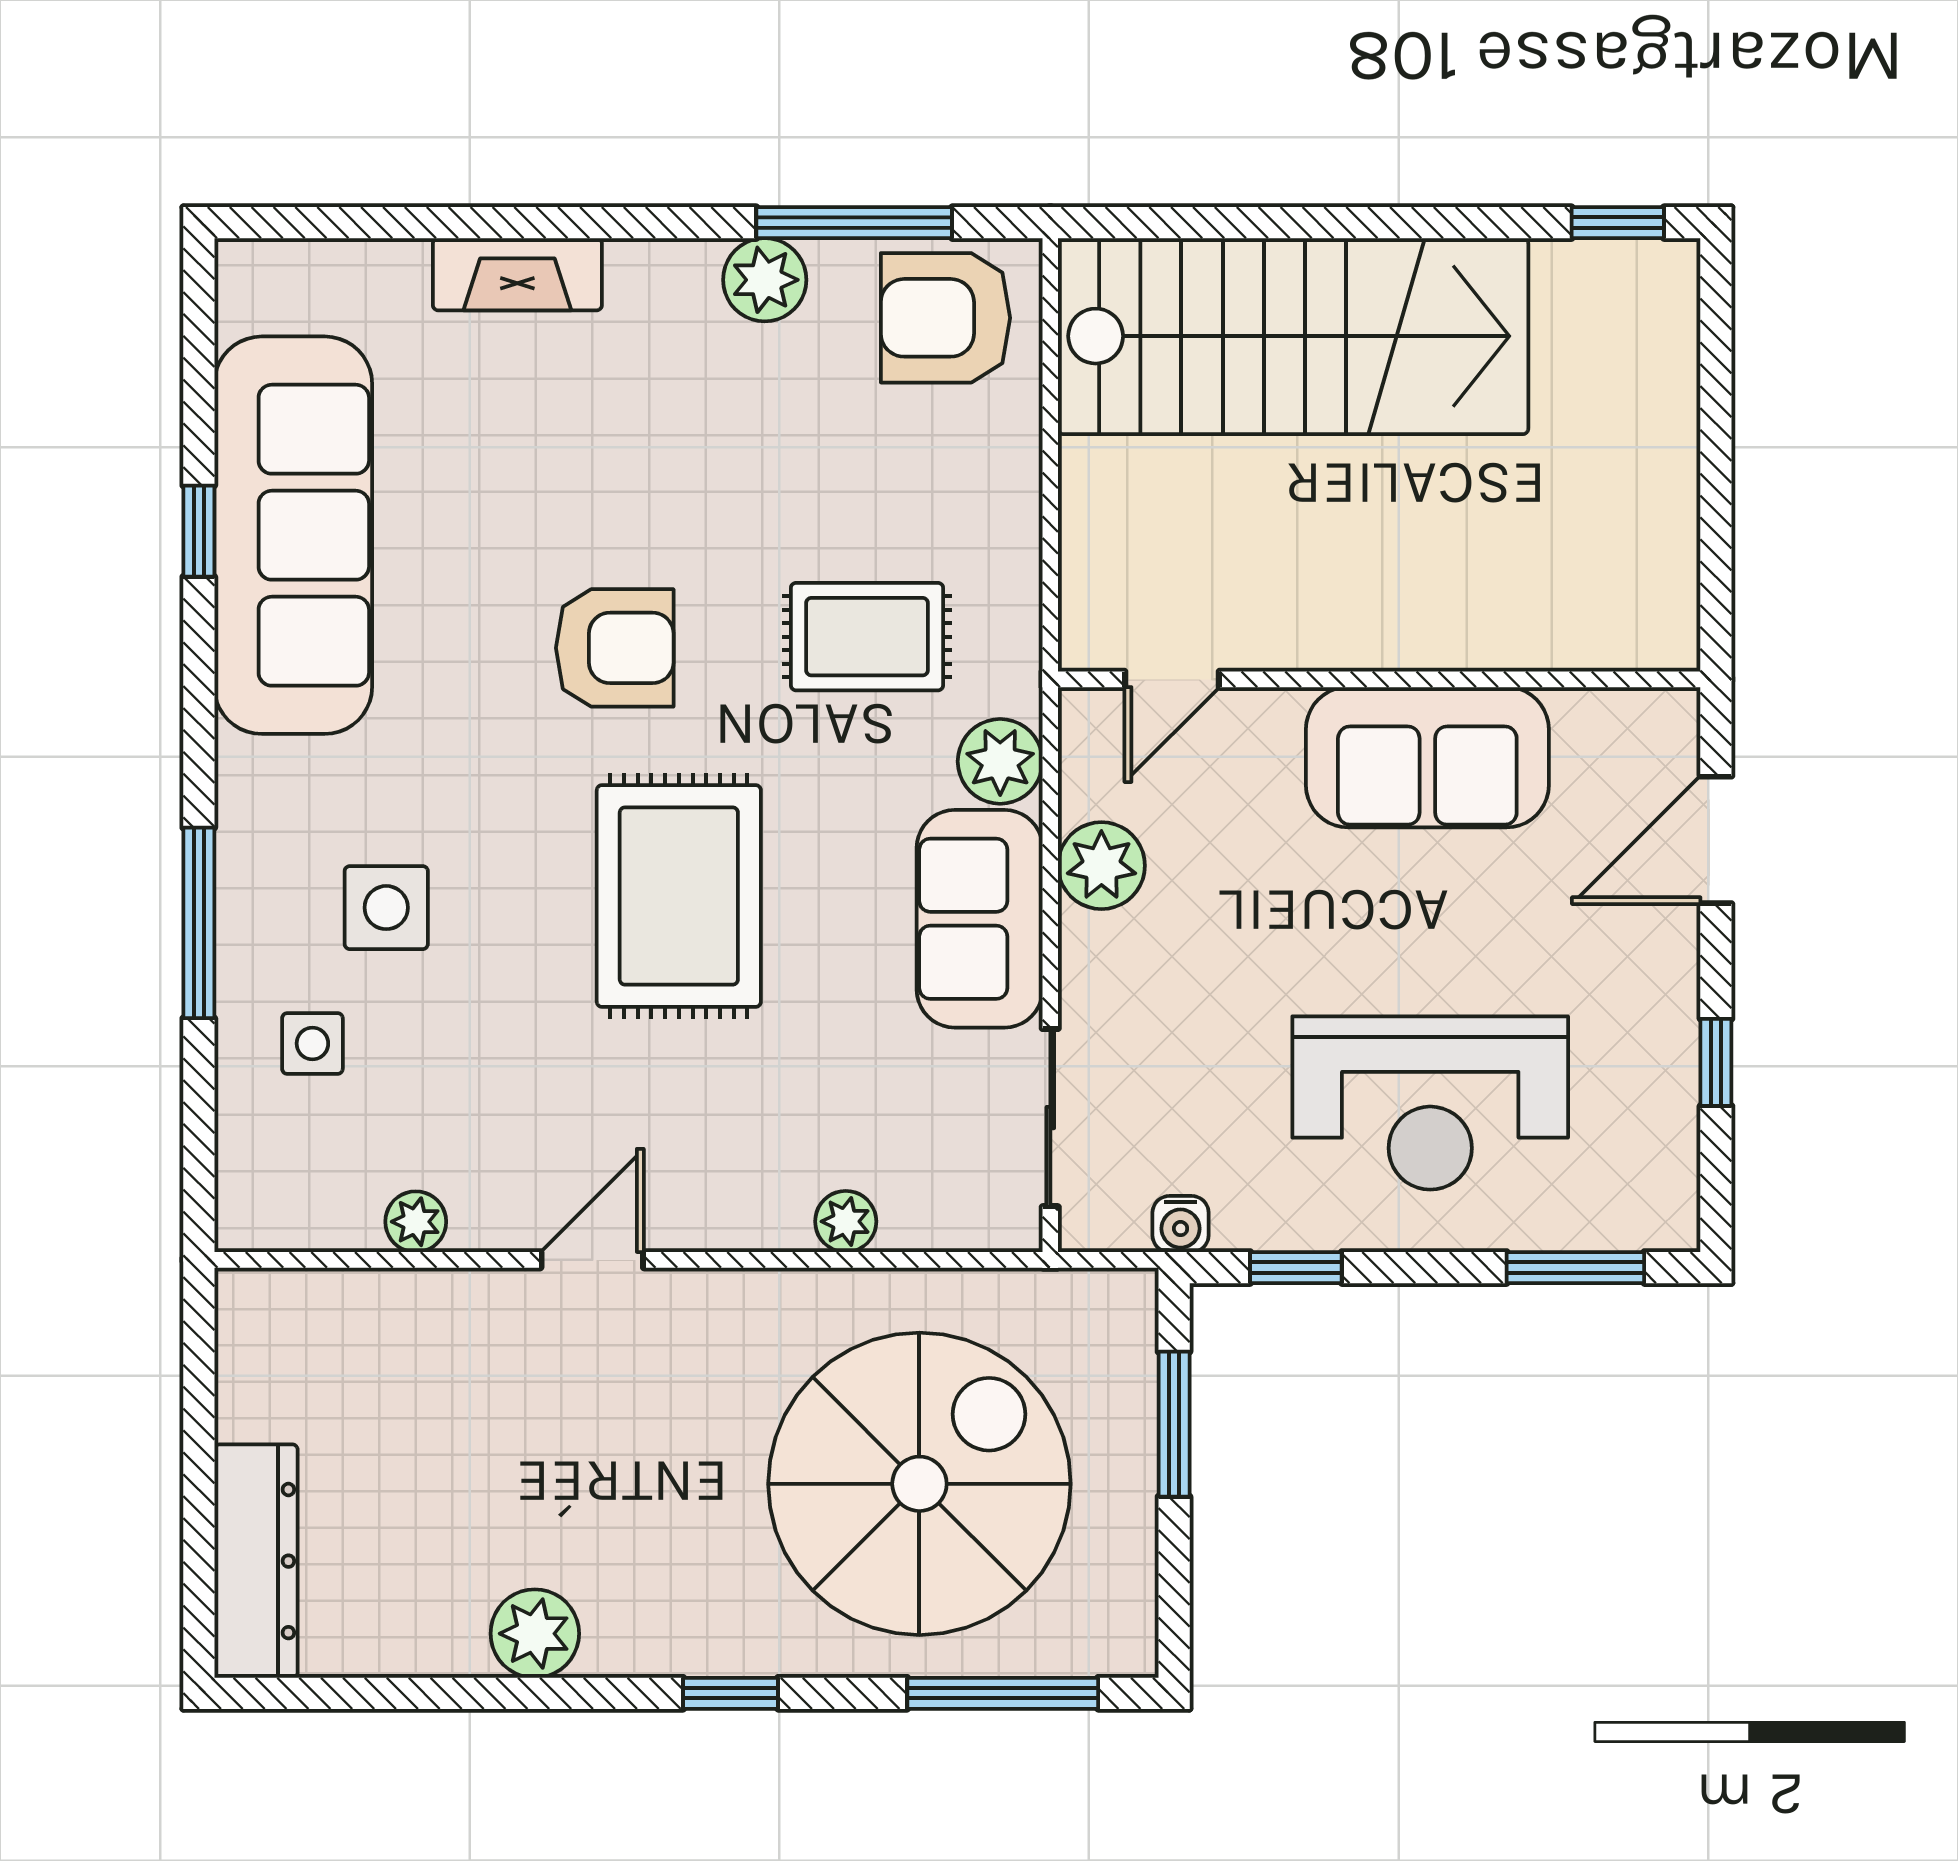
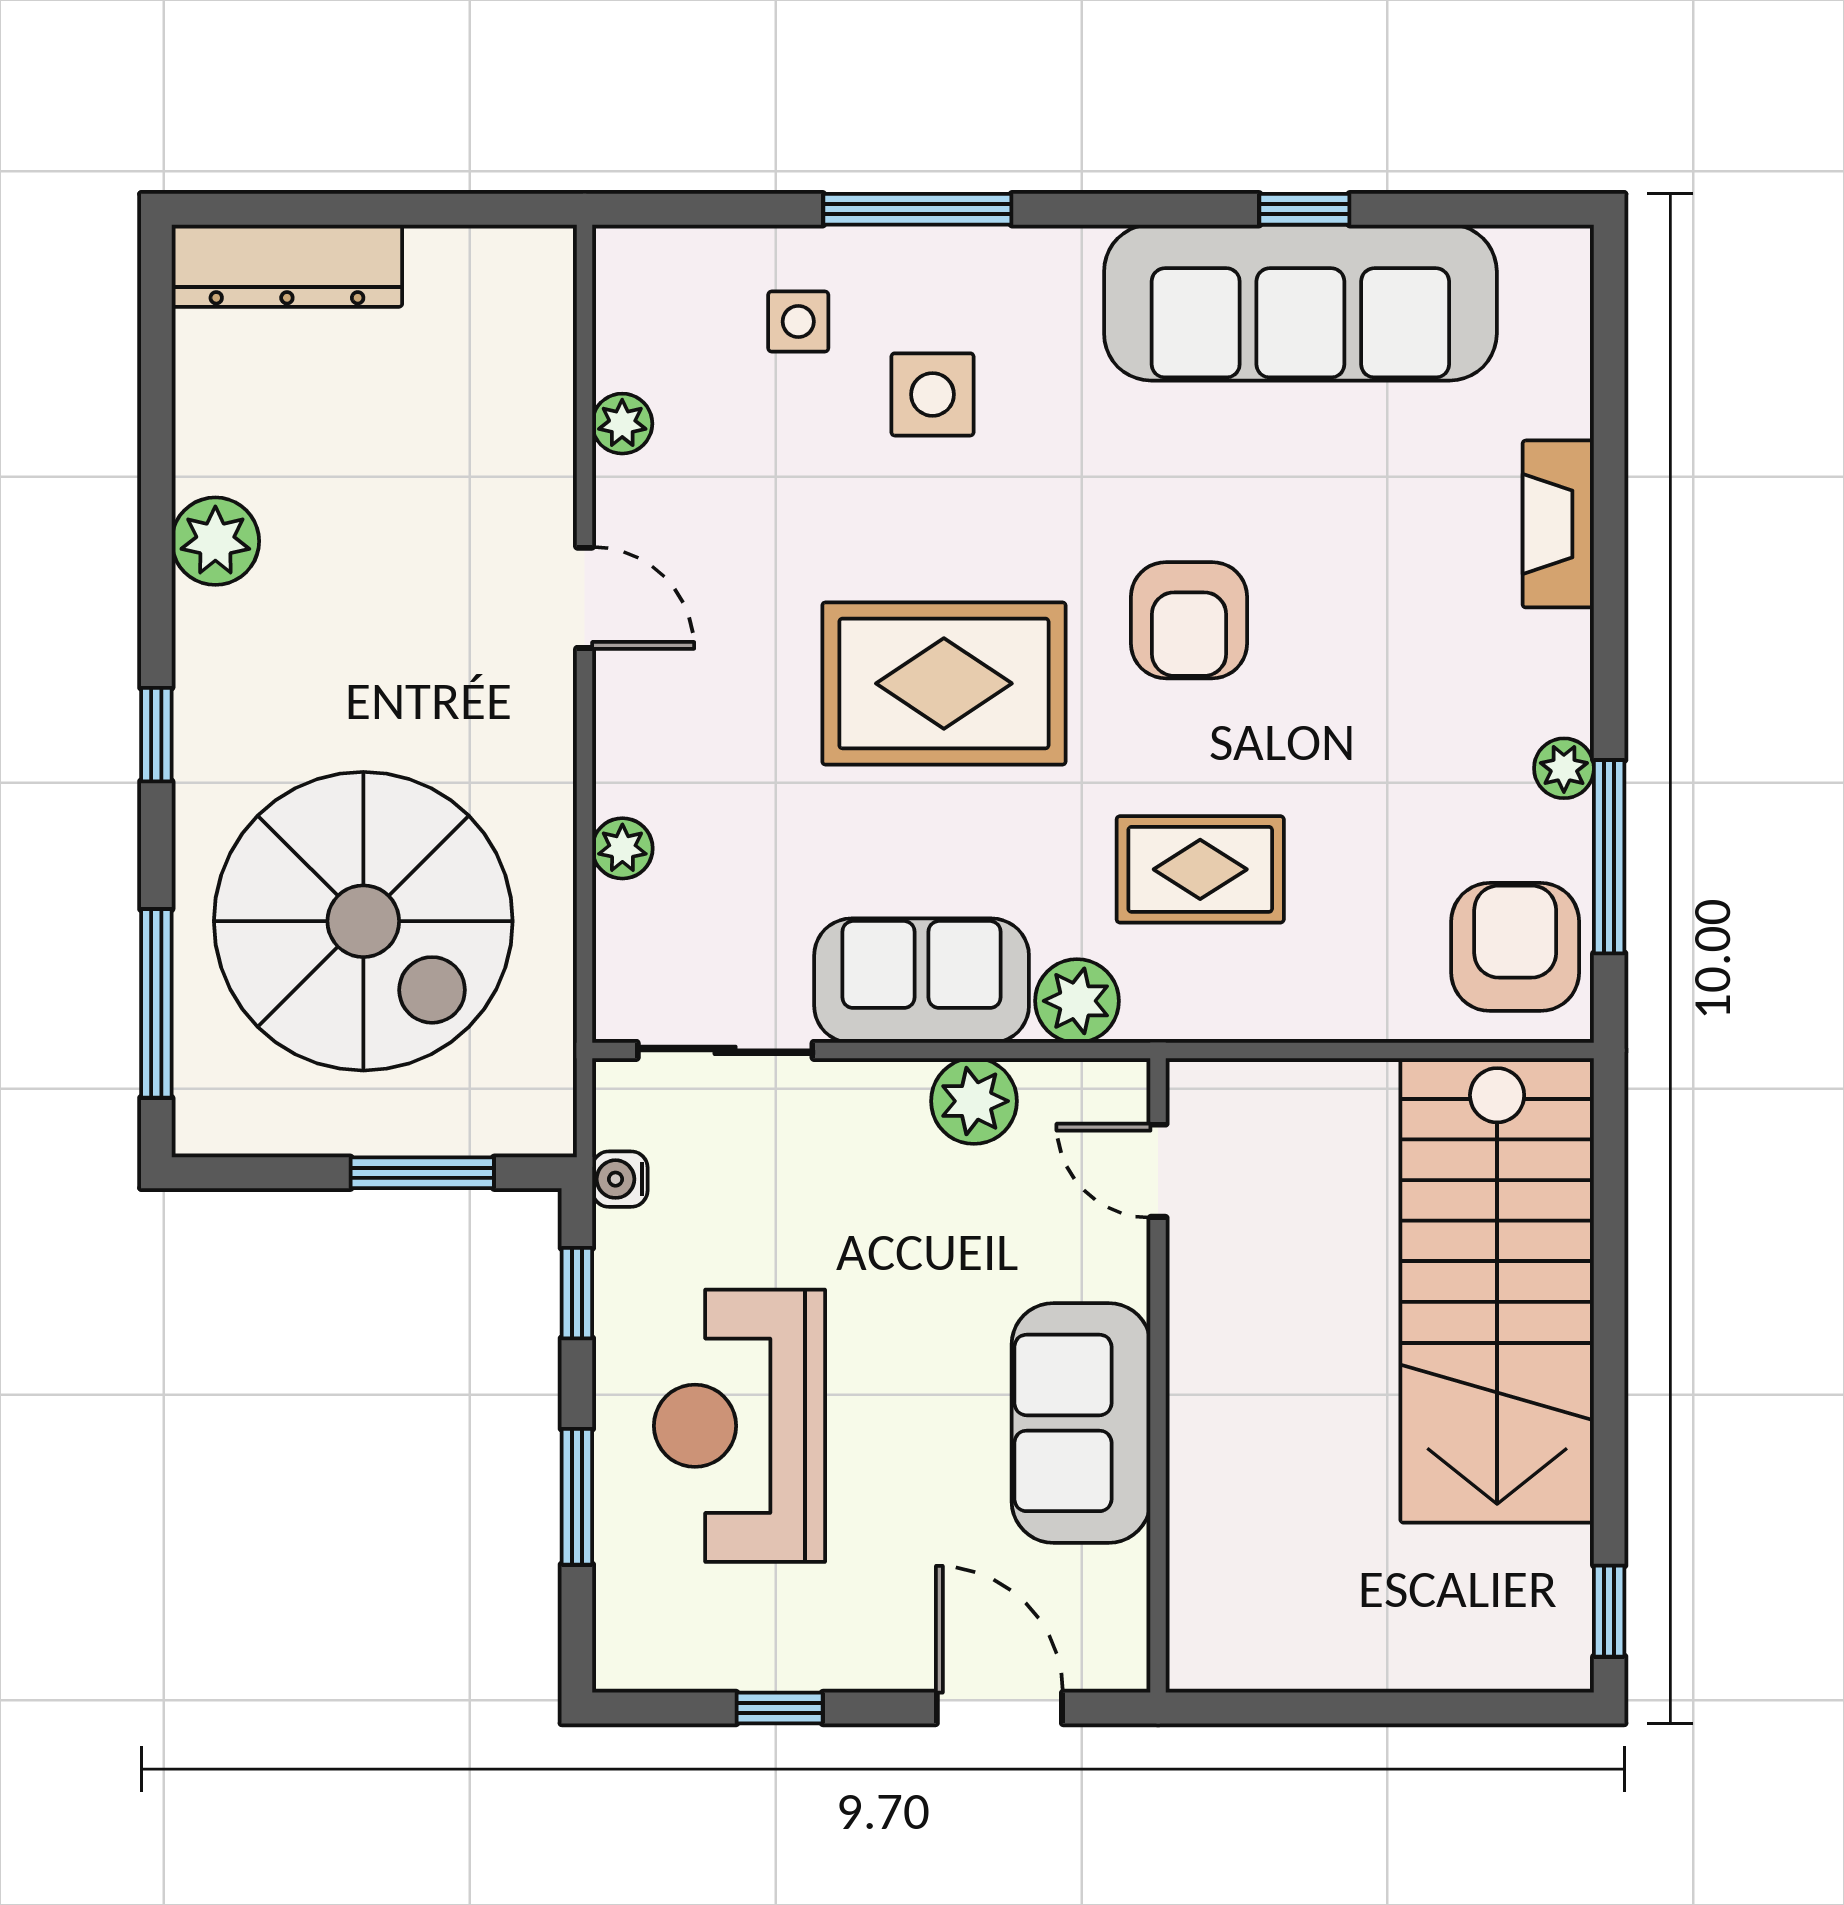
plant: (765, 280) -> (1564, 768), width x0.73, depth x0.73
rug: (867, 637) -> (1200, 869), turned 90
window: (1575, 1268) -> (577, 1497), moved

